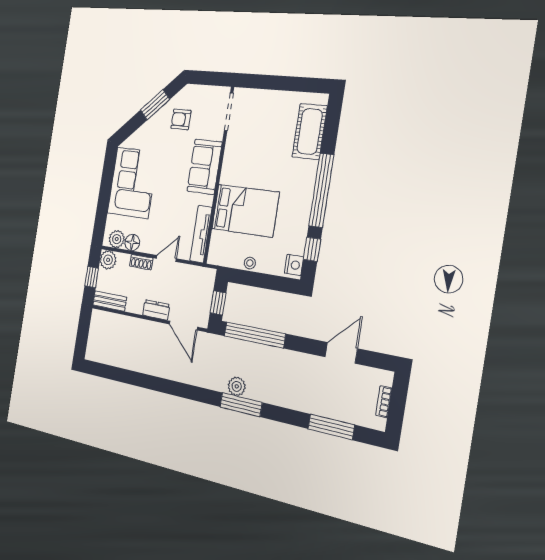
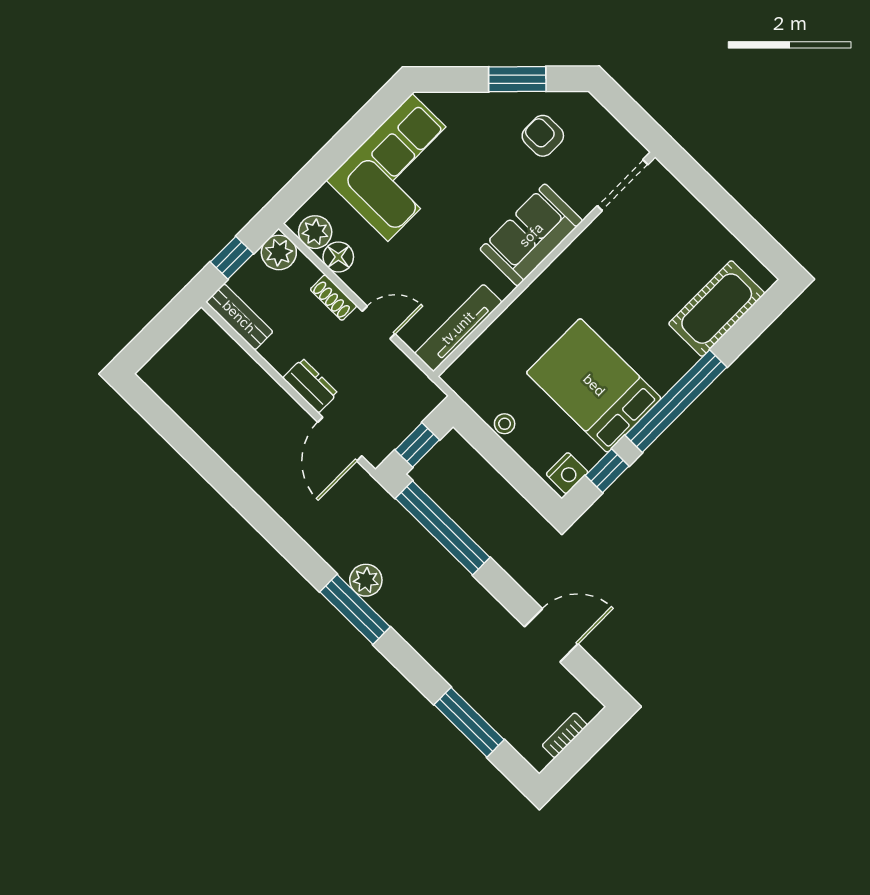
bed: (245, 211) -> (594, 385), moved, turned 180

